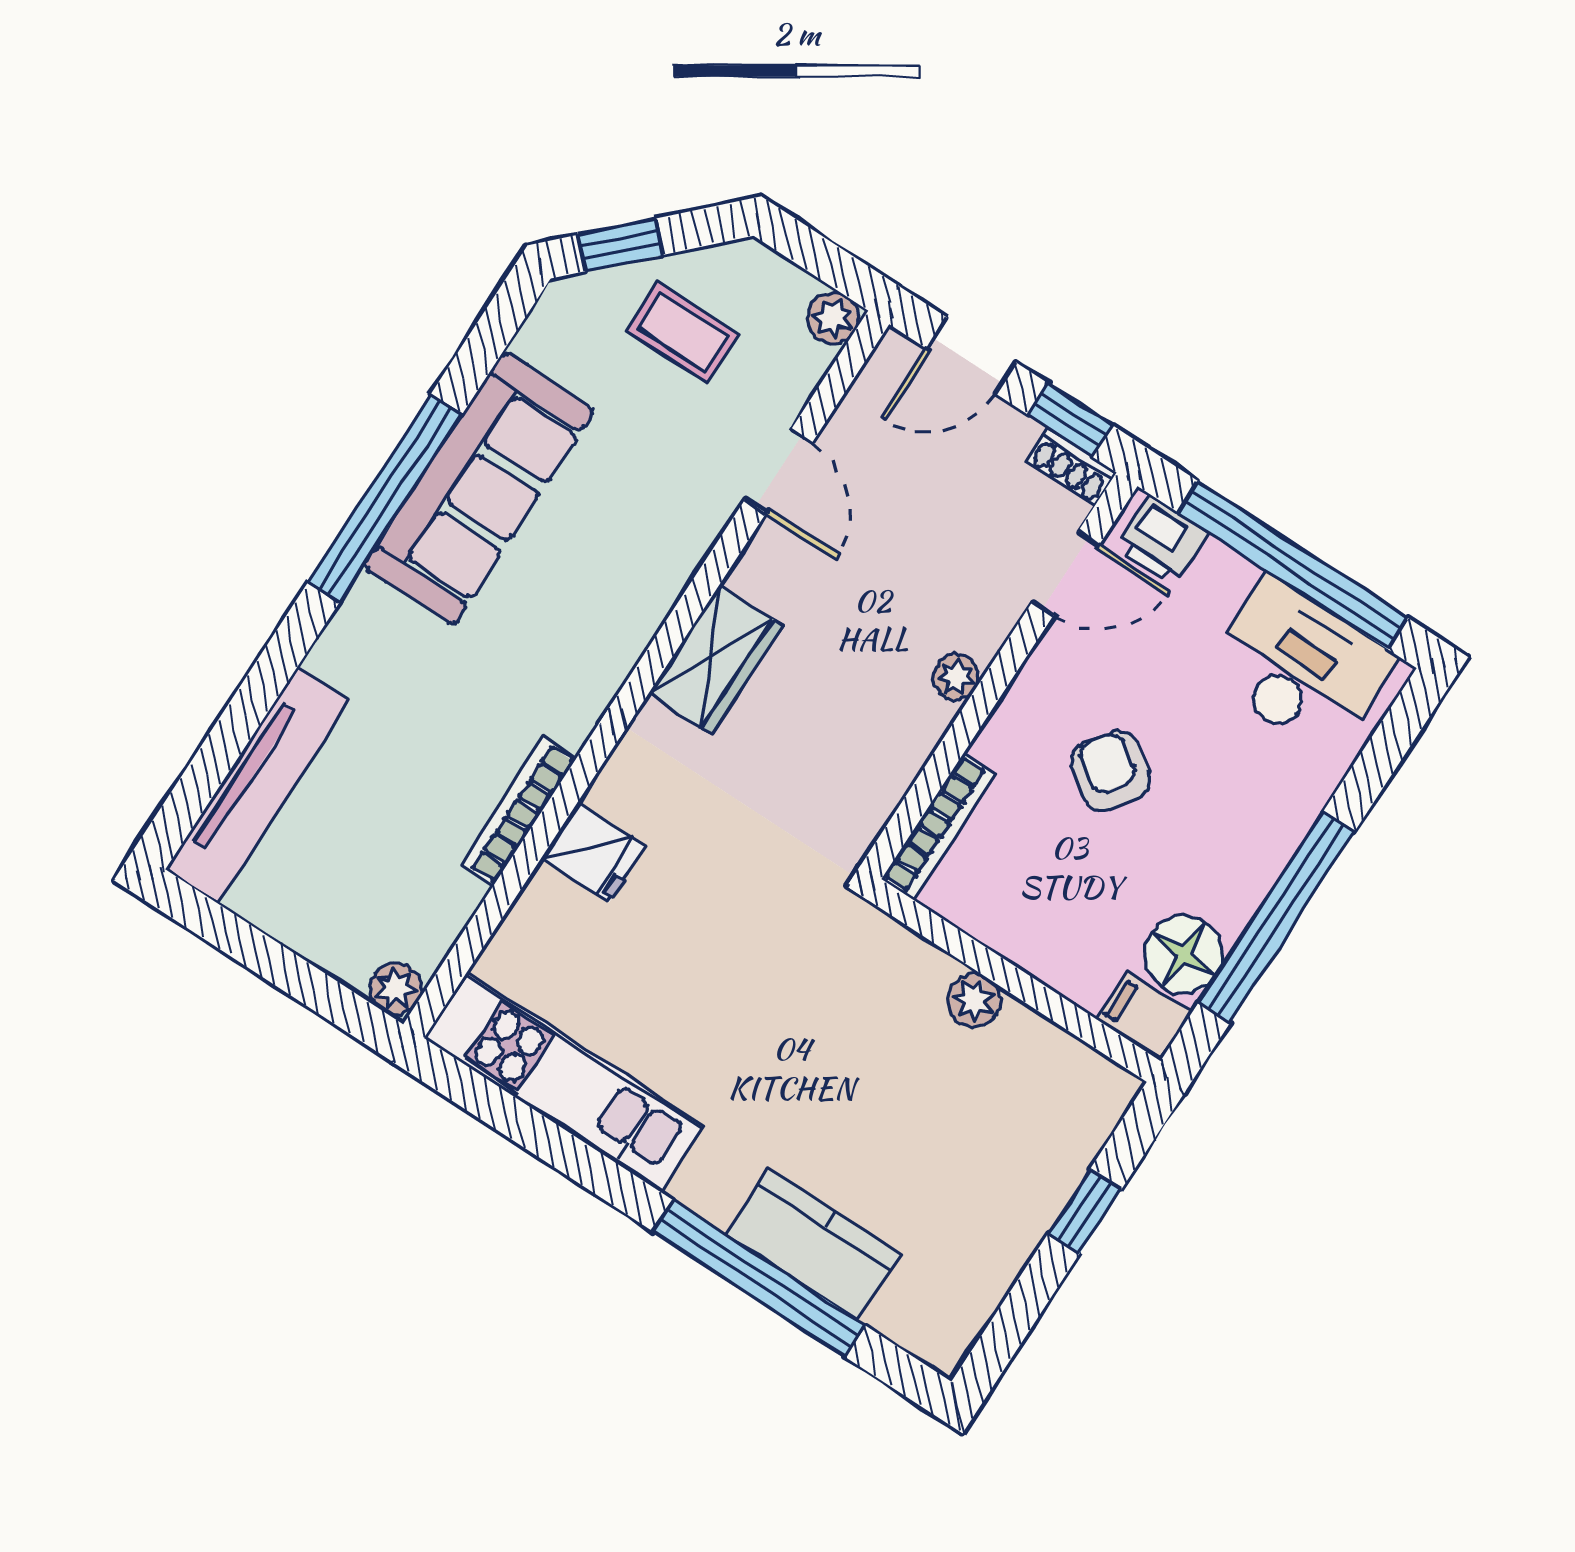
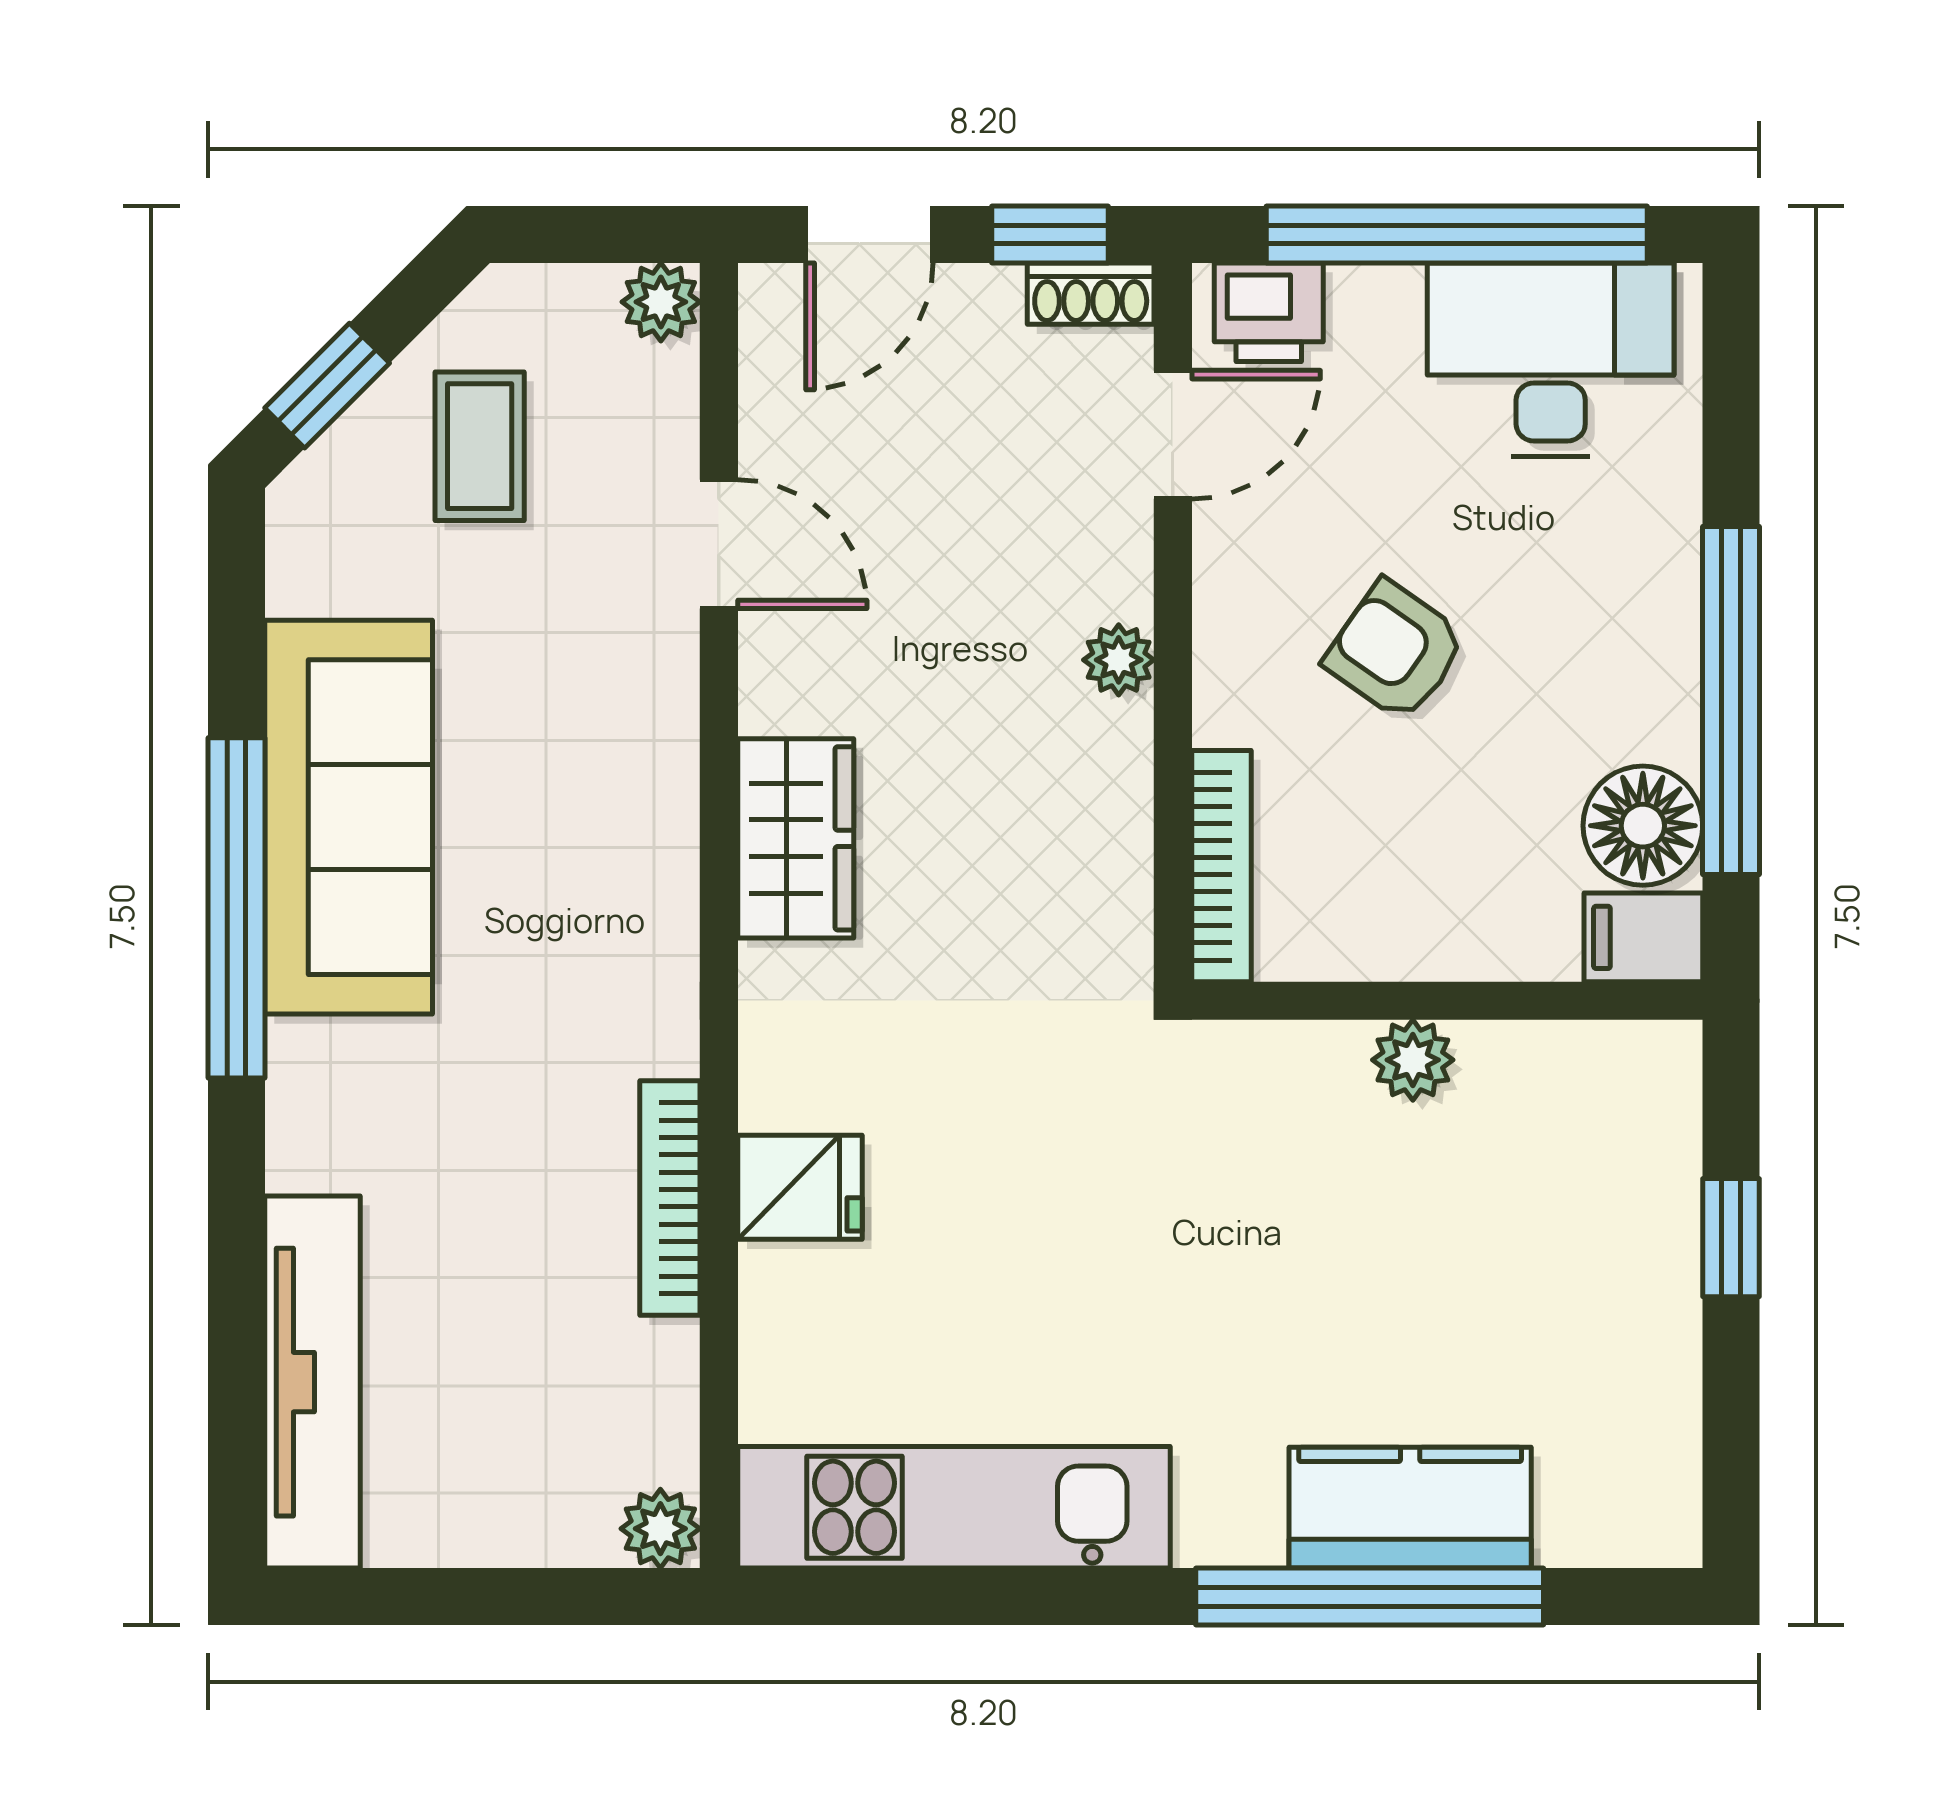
coffee table: (683, 332) -> (480, 446), turned 90

